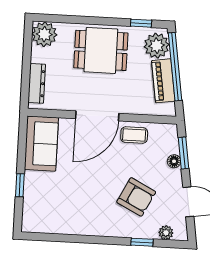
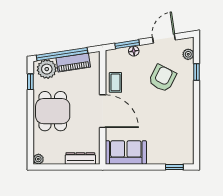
plant: (44, 34) -> (38, 159), width x0.53, depth x0.53
window: (20, 185) -> (174, 167), moved

